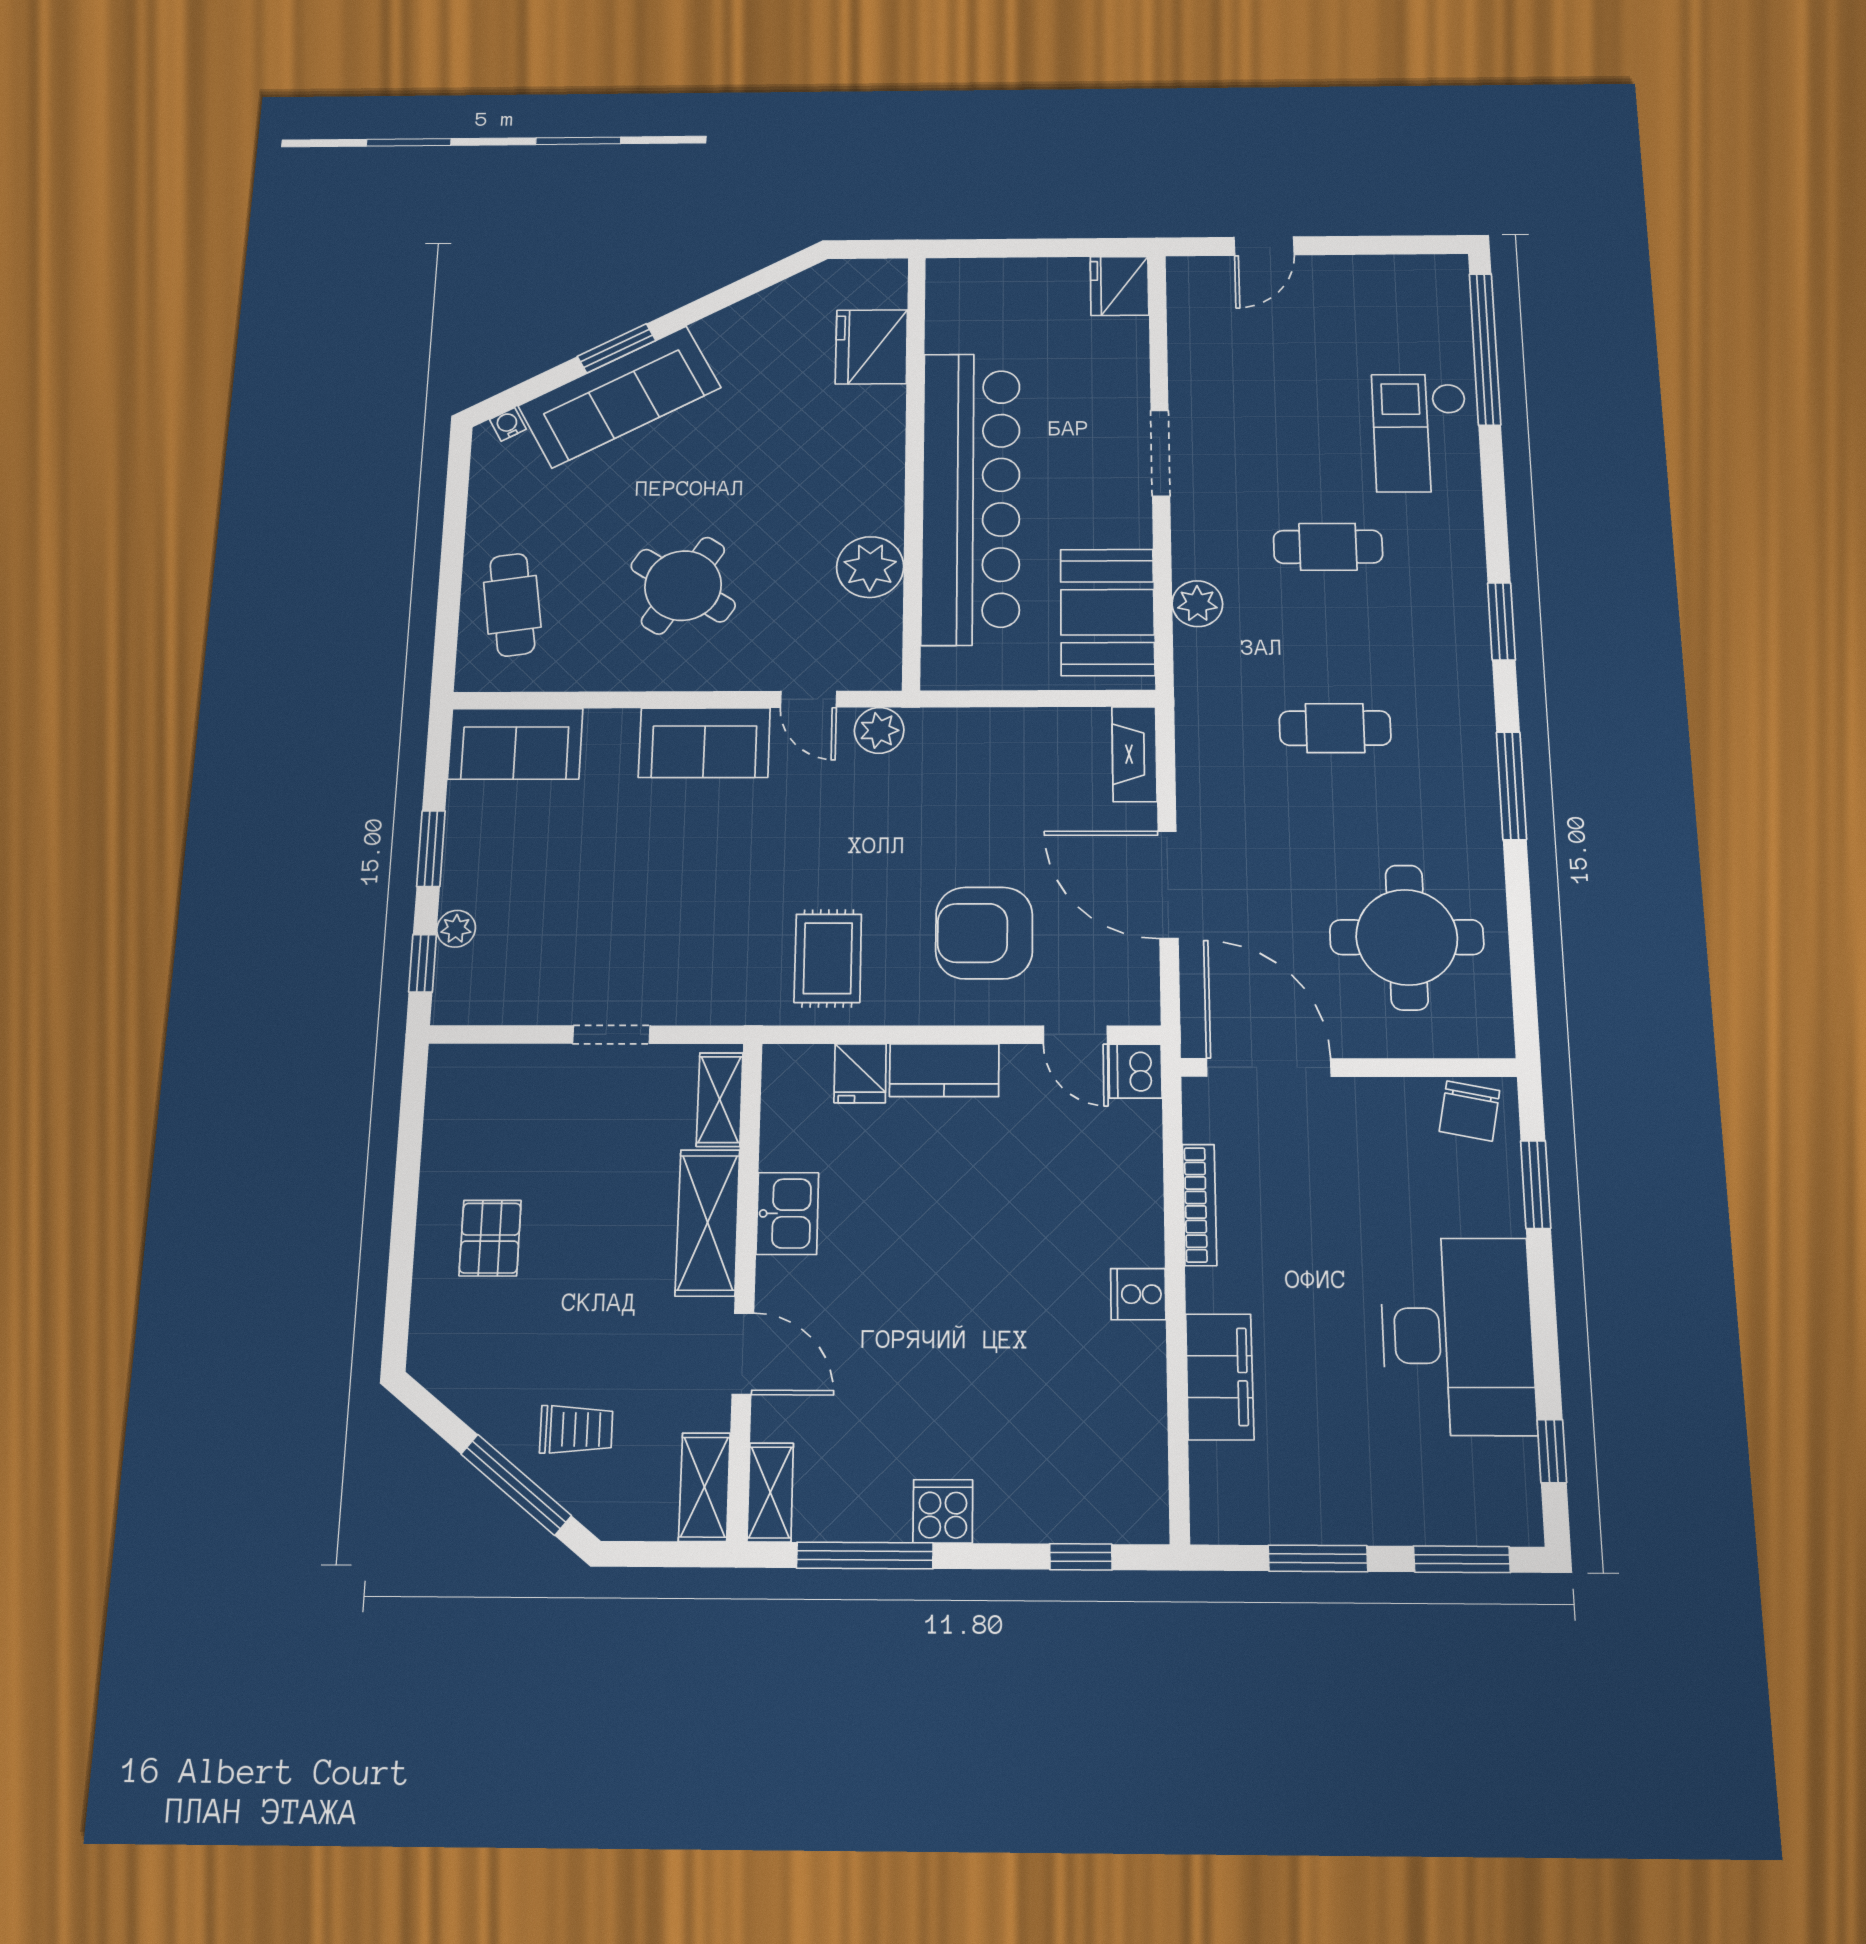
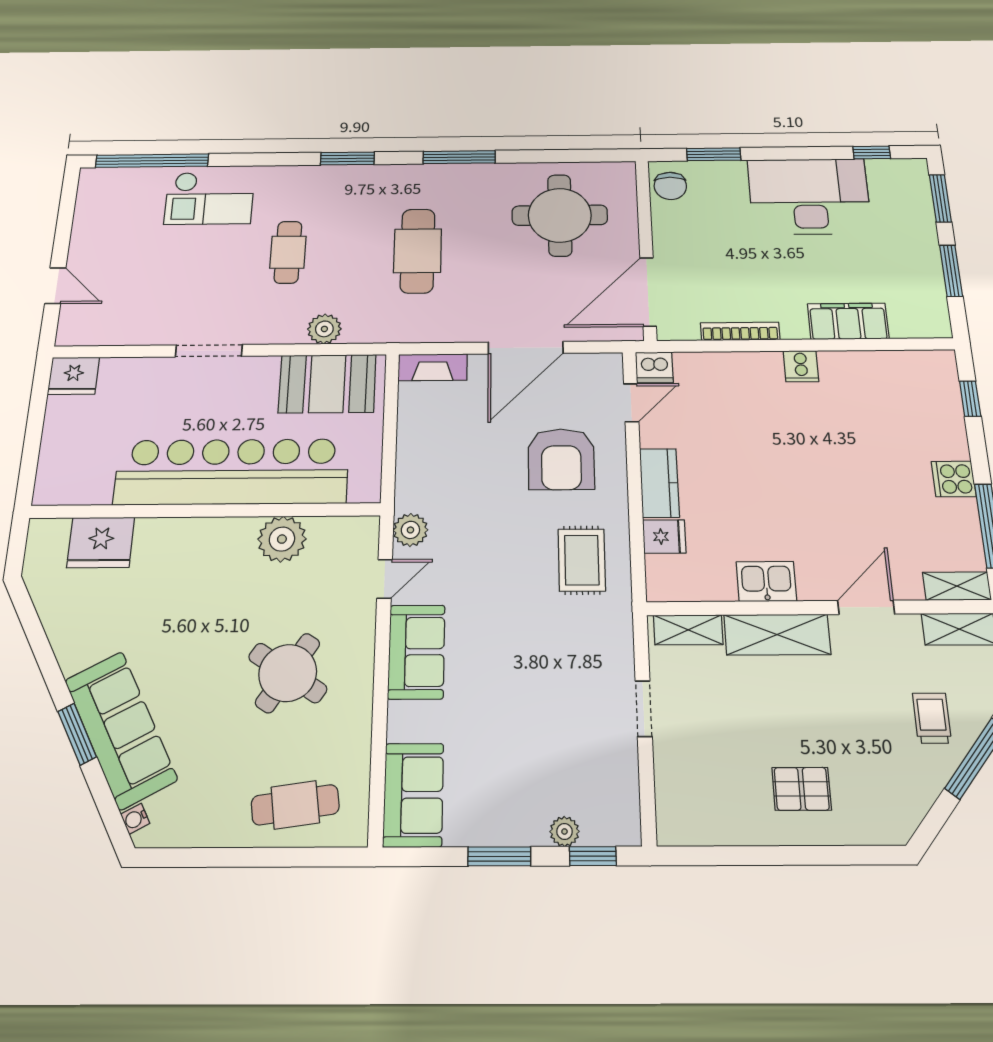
cafe table: (1335, 728) -> (418, 251), width x1.37, depth x1.35
rug: (828, 958) -> (582, 560), turned 90
chair: (1469, 1111) -> (670, 186), turned 79

